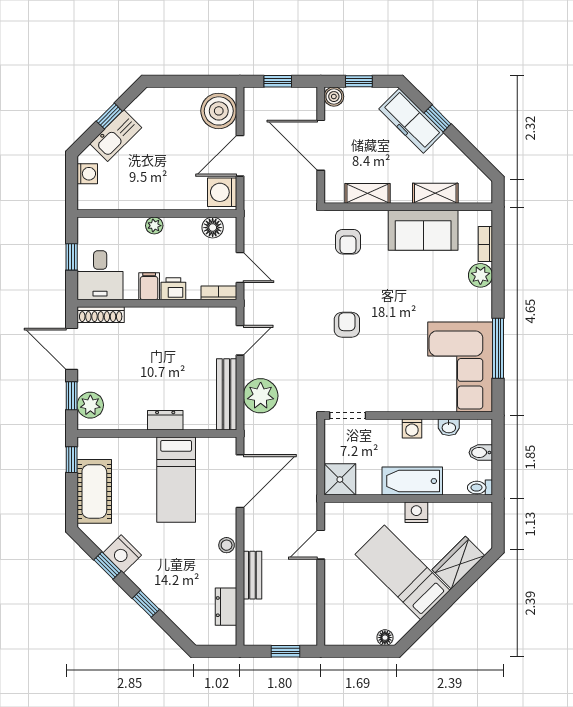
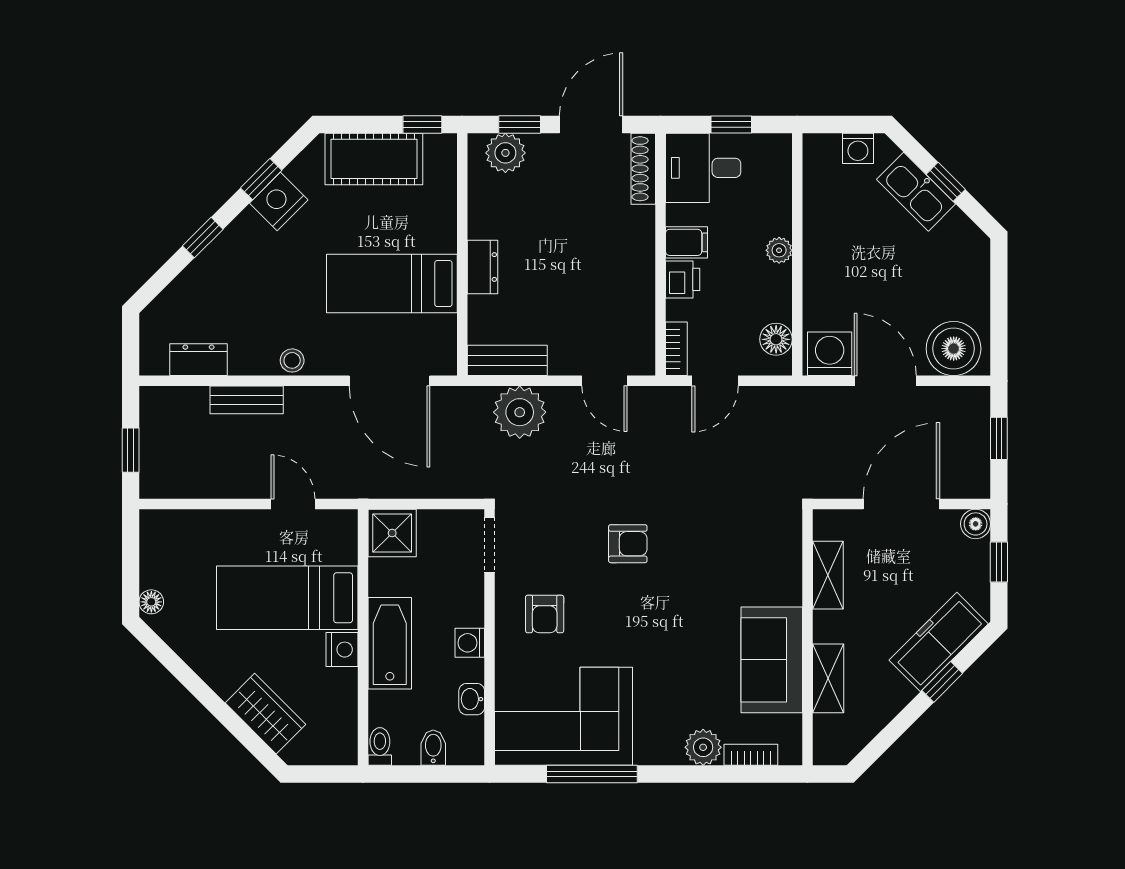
armchair: (348, 242) -> (545, 614), moved, turned -90
bench: (227, 394) -> (507, 360), width x0.73
bed: (402, 572) -> (287, 598), moved, turned -135

